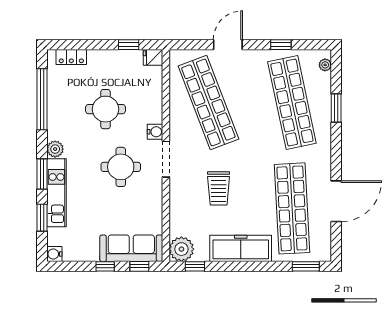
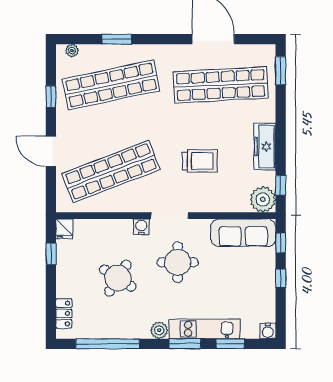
round table: (106, 109) -> (118, 278), turned 32
sofa: (131, 248) -> (243, 233), moved, turned -90
freezer: (241, 248) -> (265, 147), width x0.73, depth x0.79

